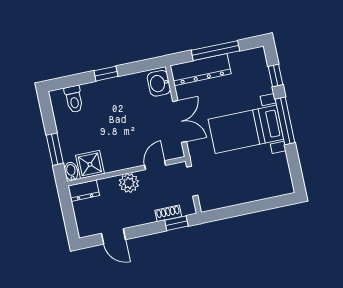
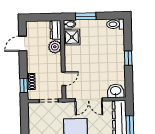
toilet: (74, 99) -> (115, 24), moved
door: (155, 165) -> (63, 79), hinge flipped
plant: (129, 183) -> (55, 47), moved

